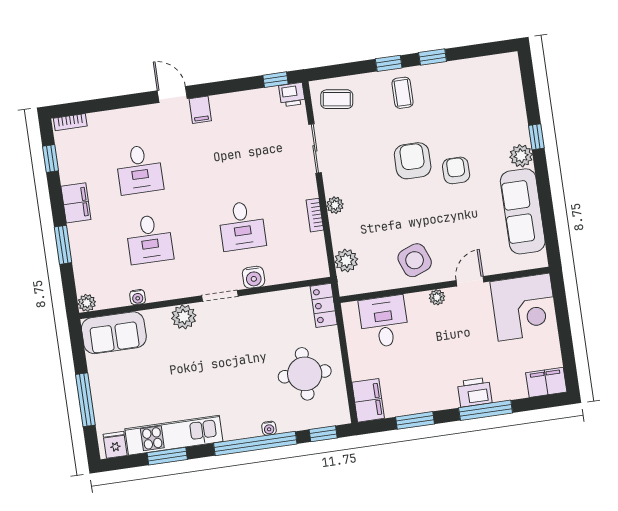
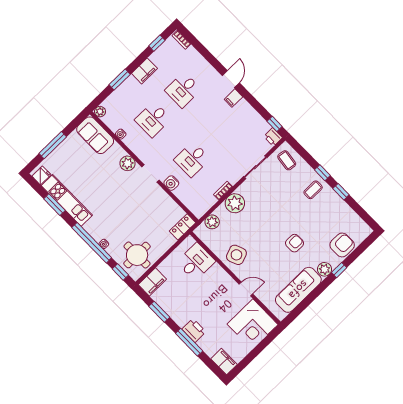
armchair: (413, 161) -> (342, 245), moved
plant: (335, 205) -> (235, 203), width x1.87, depth x1.87
plant: (437, 297) -> (226, 279), removed
round table: (305, 374) -> (137, 255), moved

